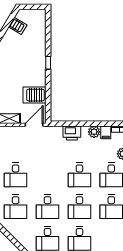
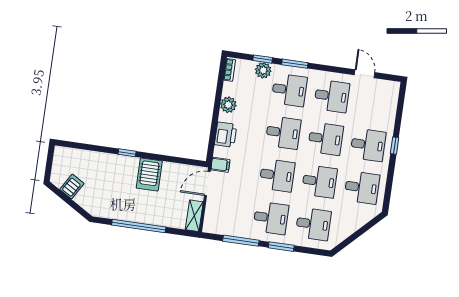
server rack: (35, 95) -> (149, 174), moved
door: (34, 125) -> (207, 184), hinge flipped
filing cabinet: (106, 132) -> (220, 165), moved
desk: (48, 175) -> (277, 175), added

